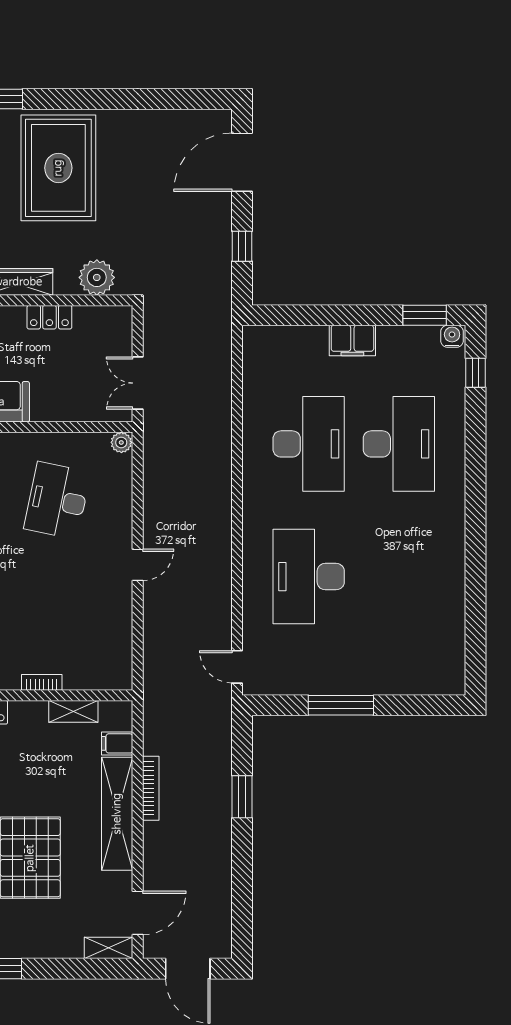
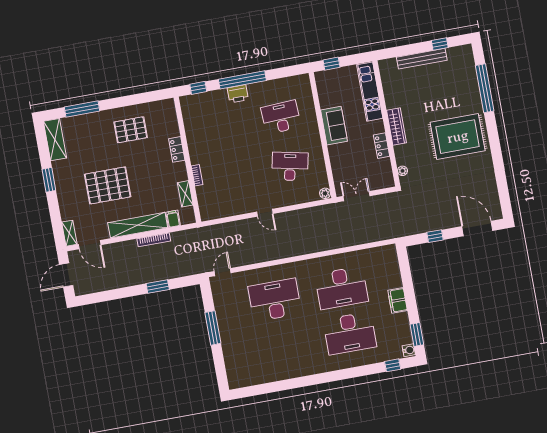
plant: (97, 277) -> (402, 171), width x0.53, depth x0.53

